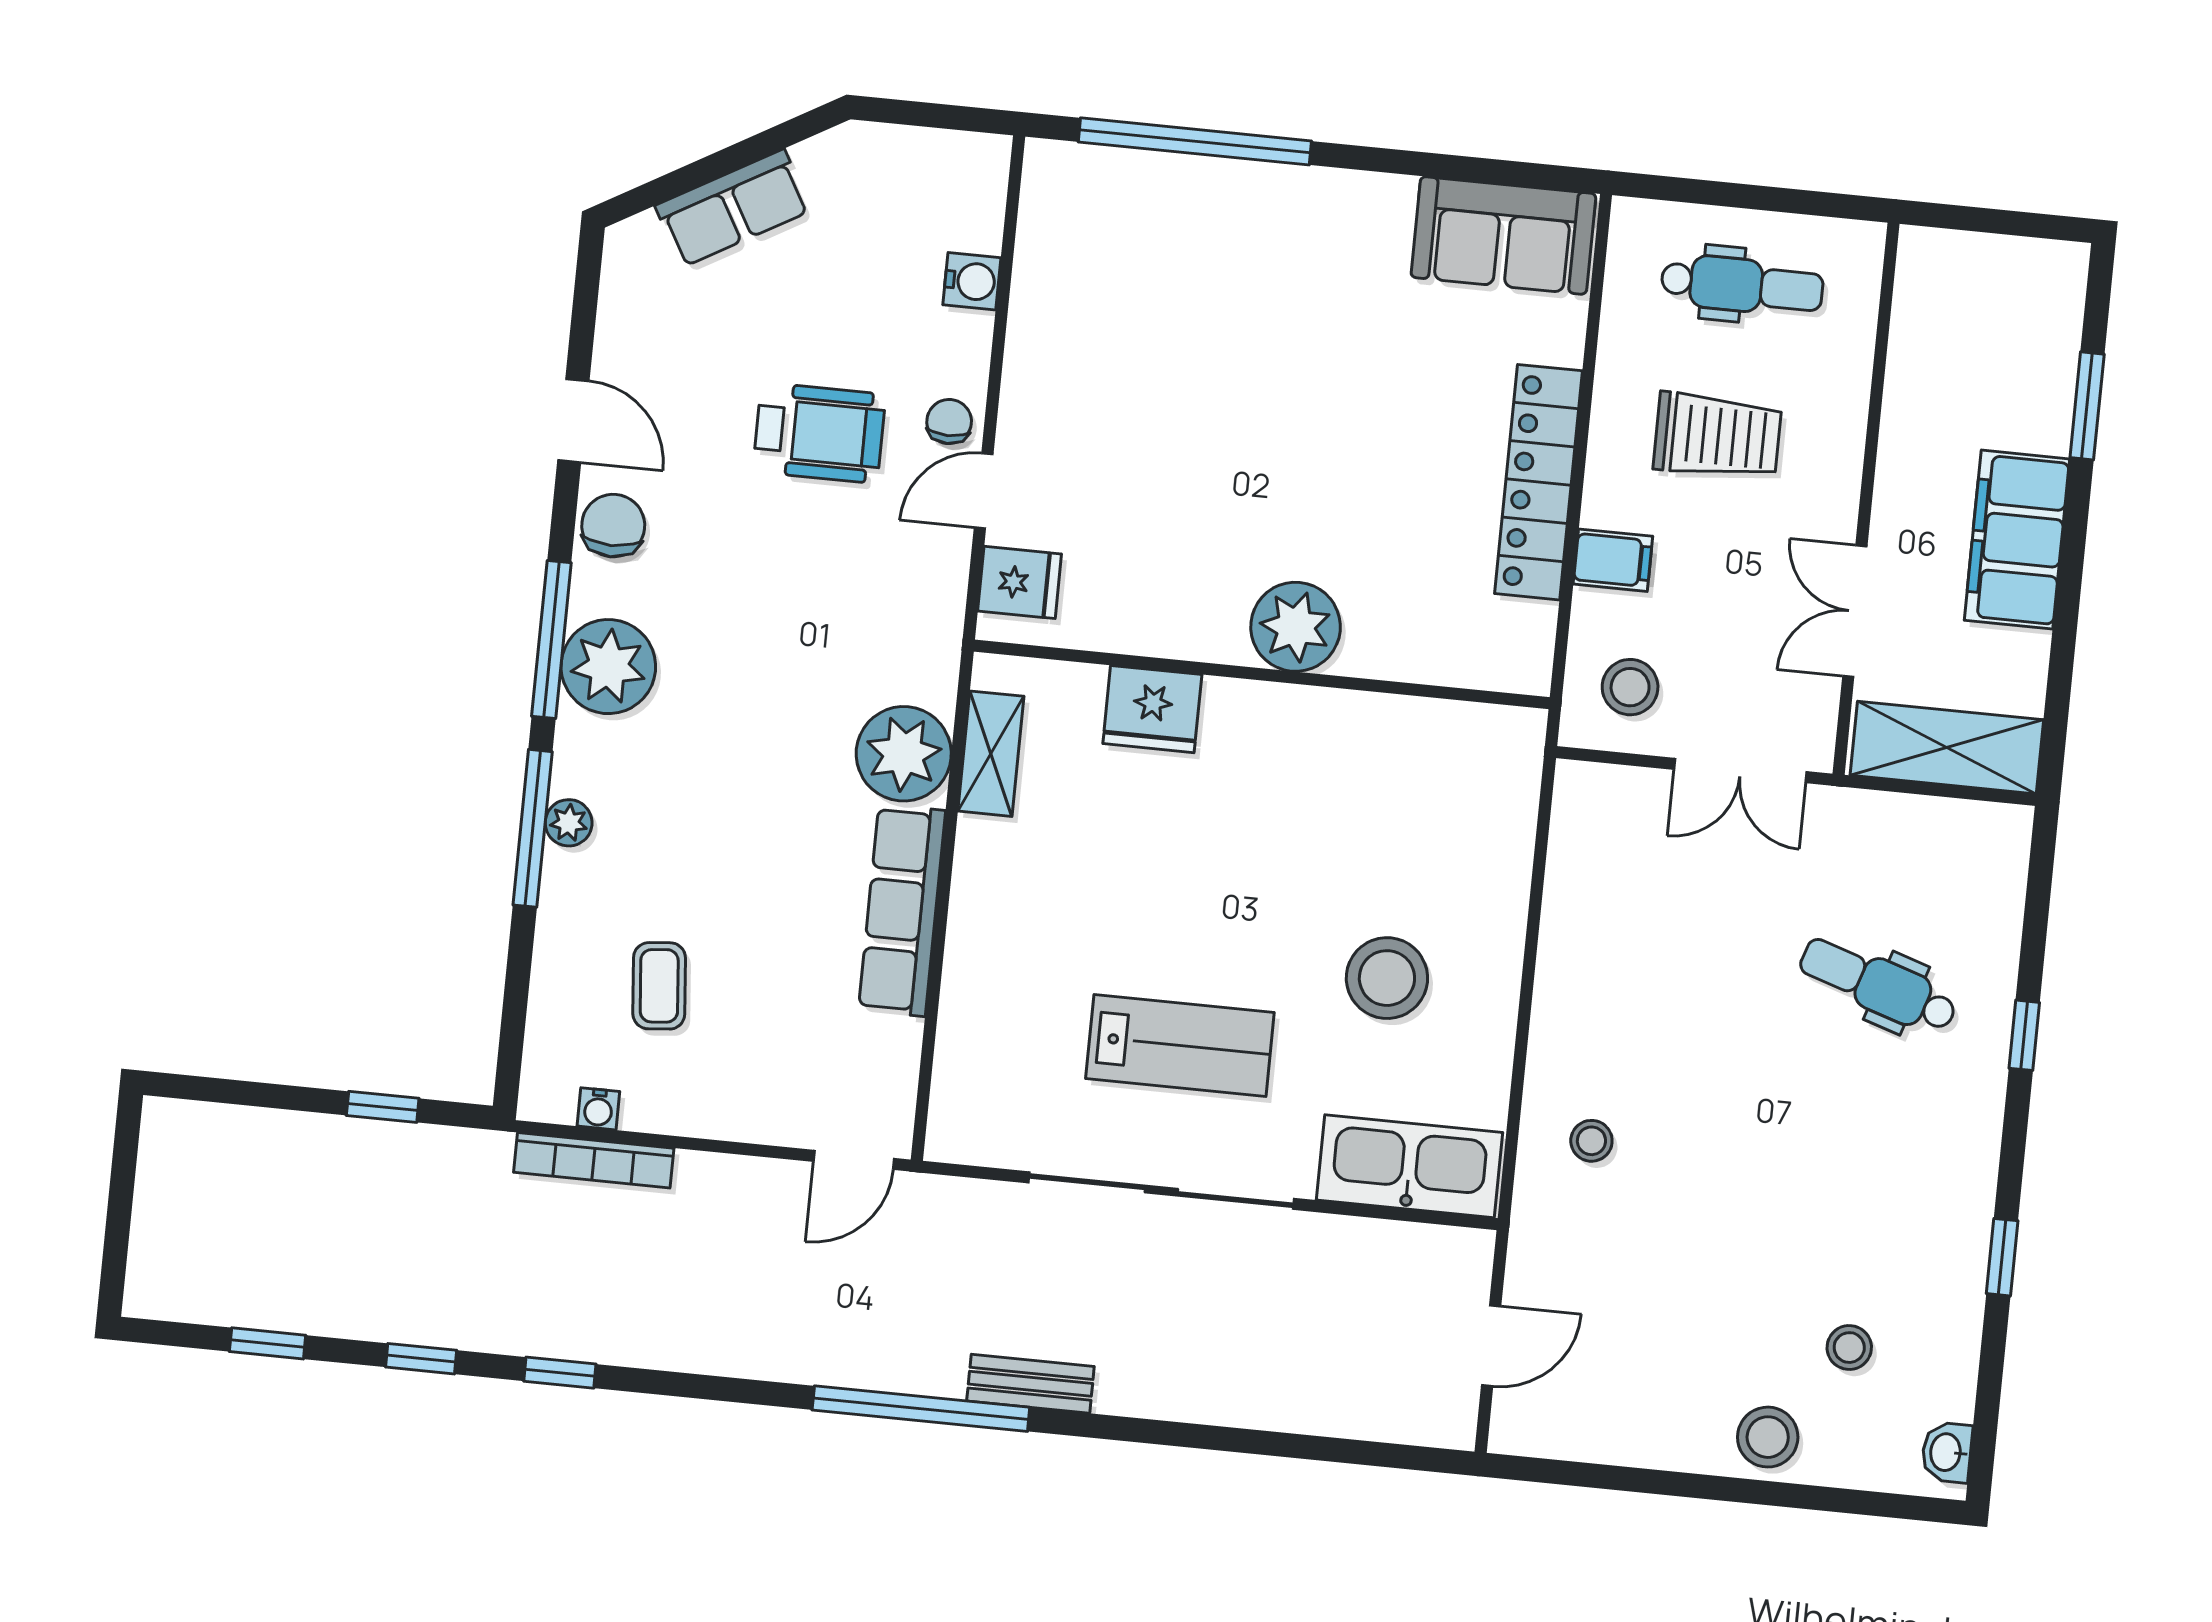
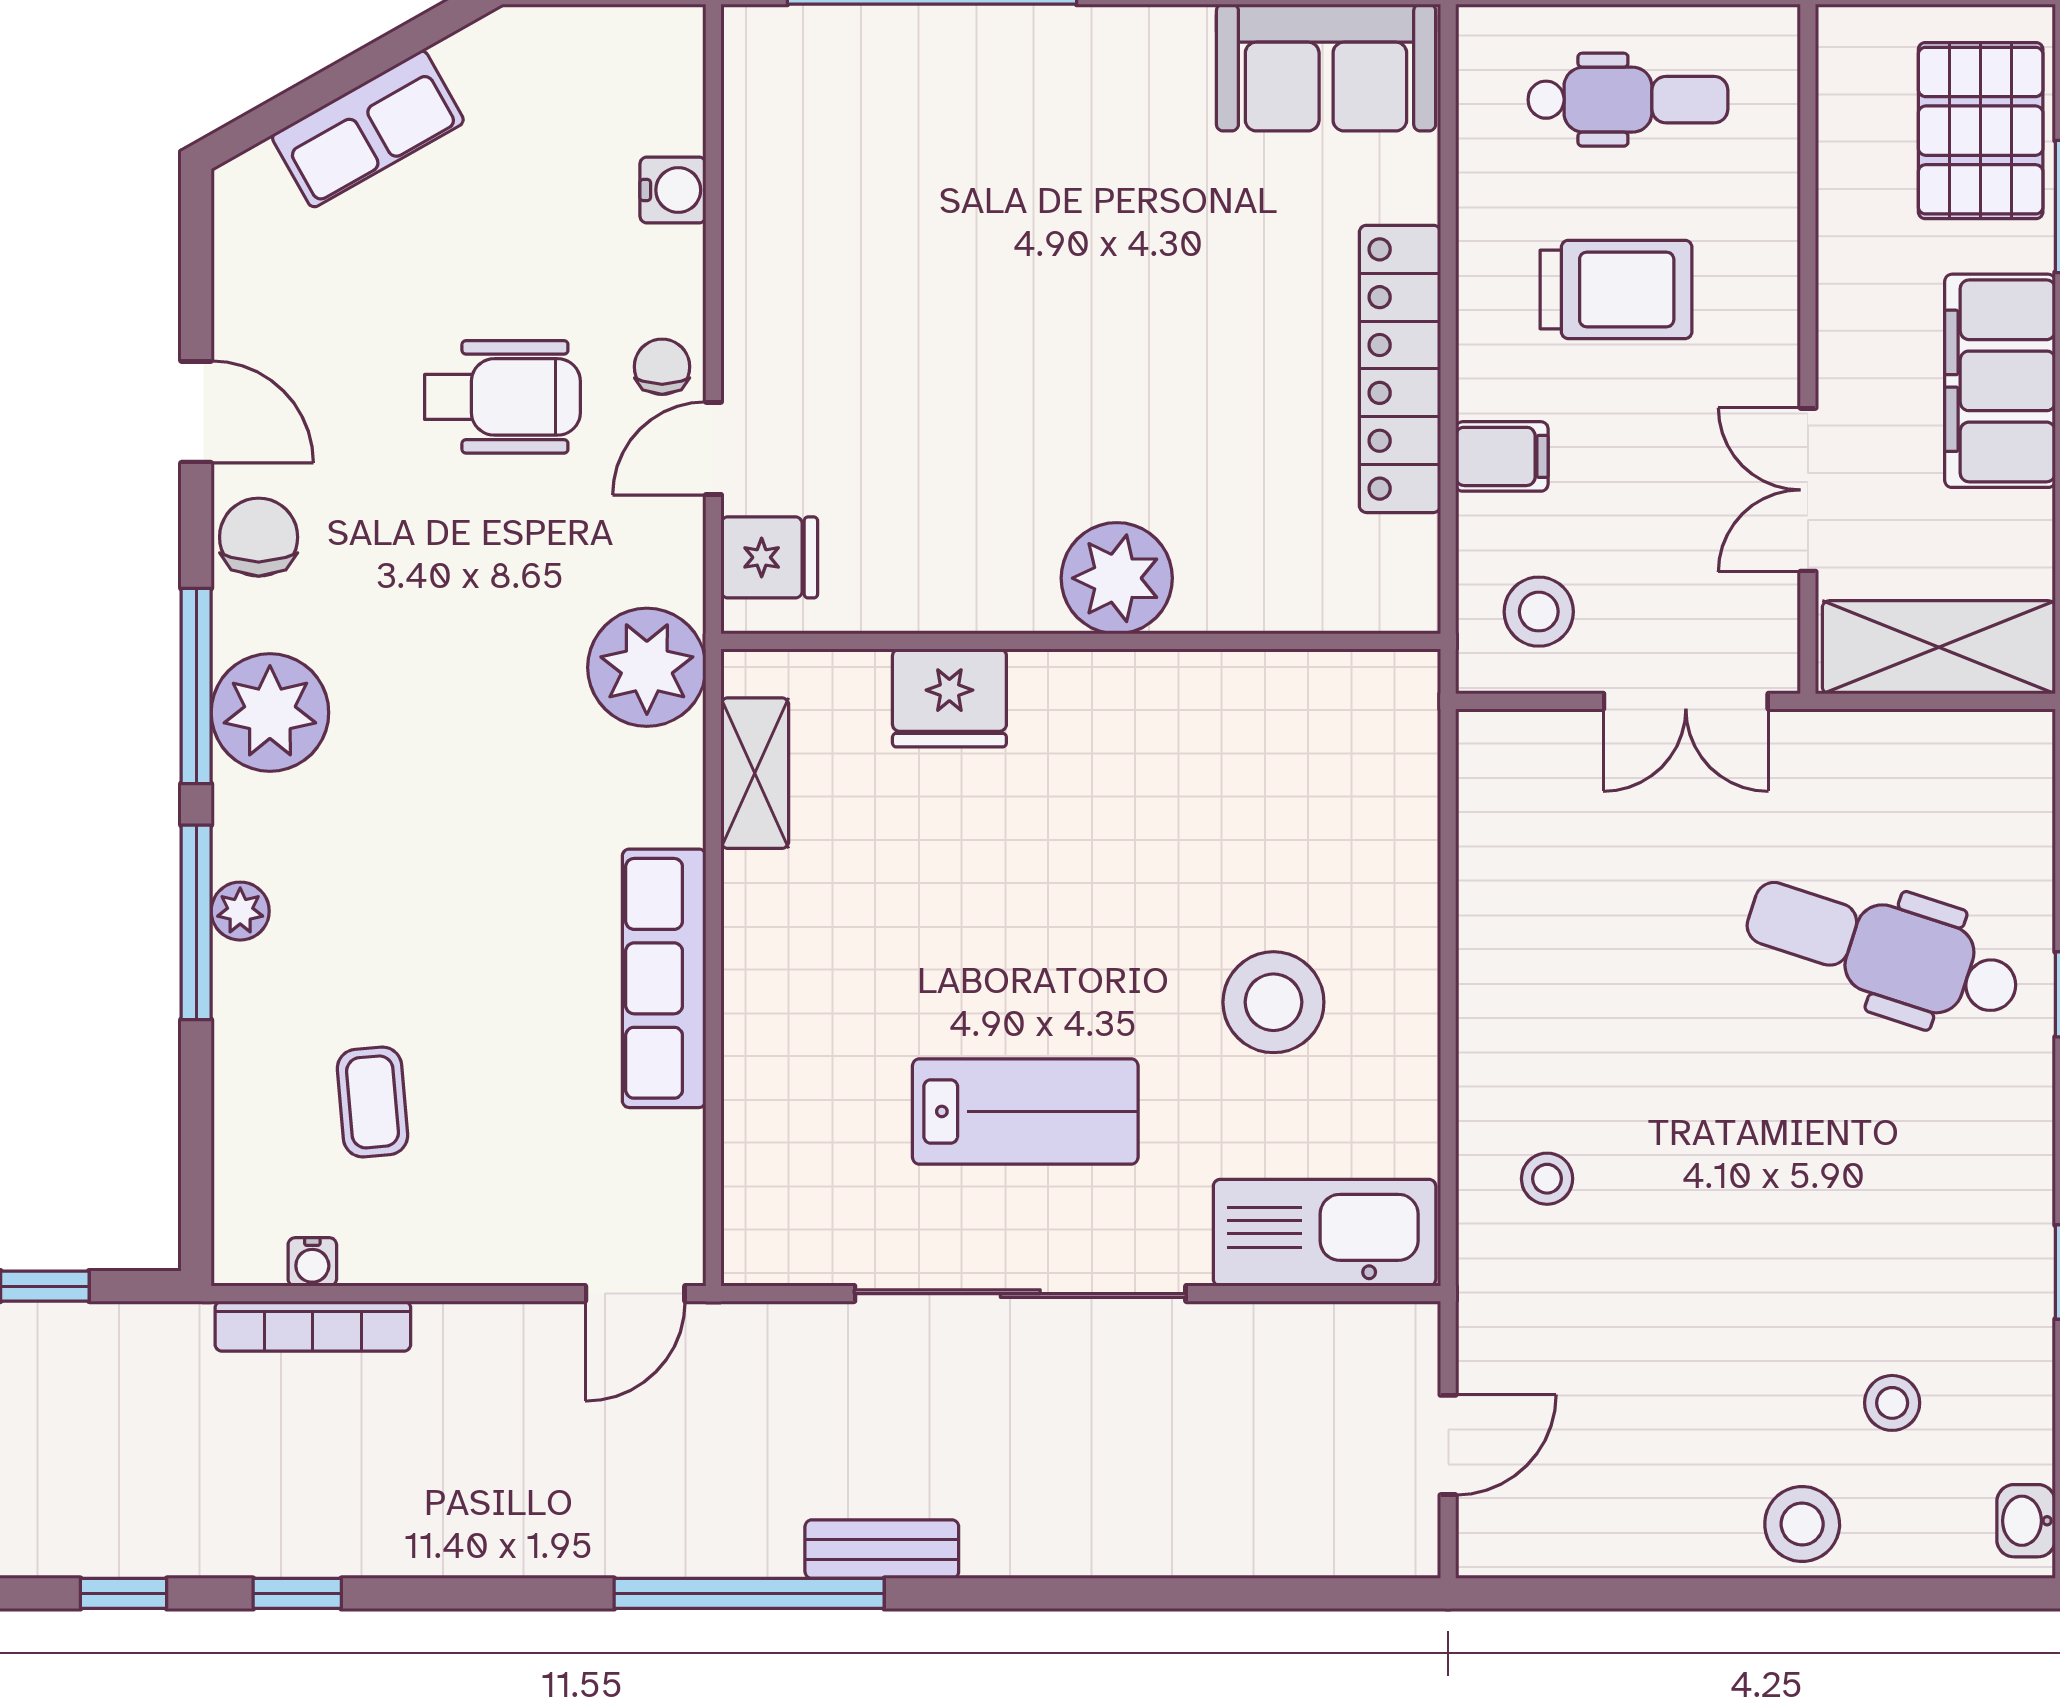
pallet: (2021, 338) -> (1981, 131), added
plant: (904, 754) -> (647, 667), moved
dental chair: (1878, 985) -> (1883, 950), width x1.36, depth x1.38

